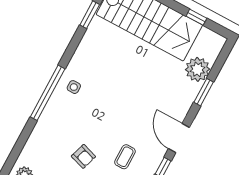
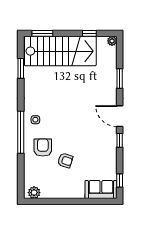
plant: (198, 69) -> (112, 41), moved, width x0.53, depth x0.53
armchair: (65, 126) -> (43, 148), added
coffee table: (125, 157) -> (92, 146), removed

